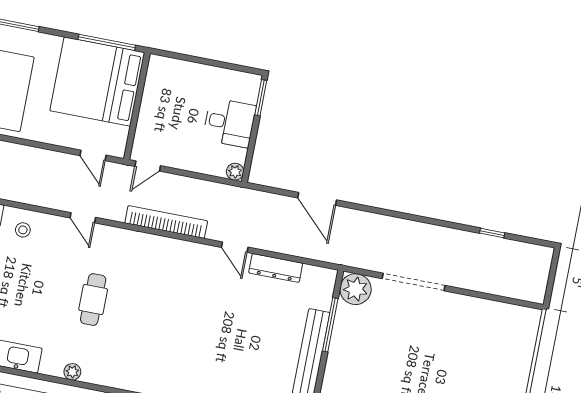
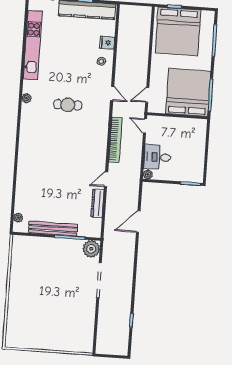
desk: (229, 123) -> (157, 157), moved, turned 90
door: (83, 218) -> (112, 94), swing flipped

